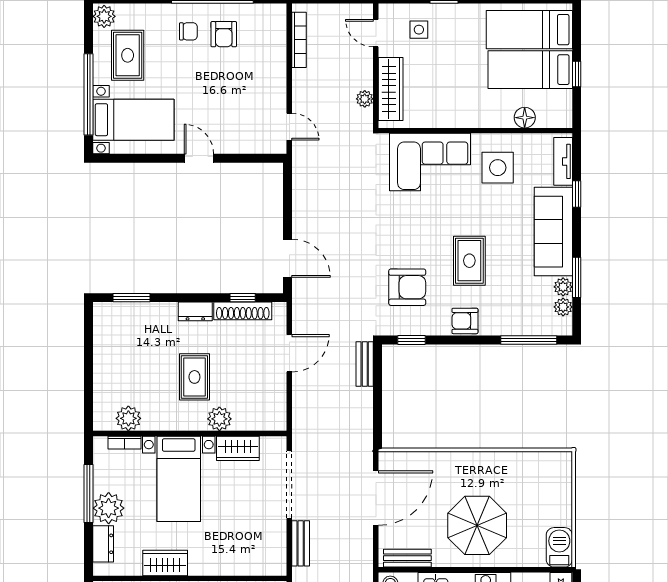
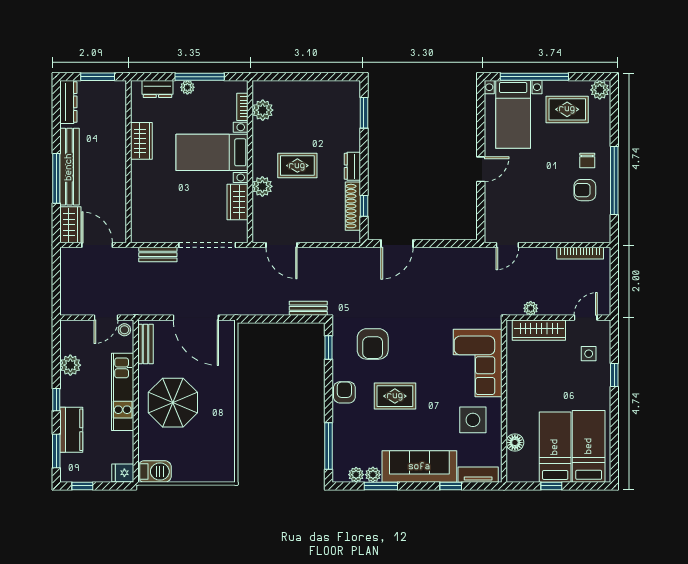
door: (289, 353) -> (281, 245), moved
plant: (109, 508) -> (187, 87), width x0.53, depth x0.53

